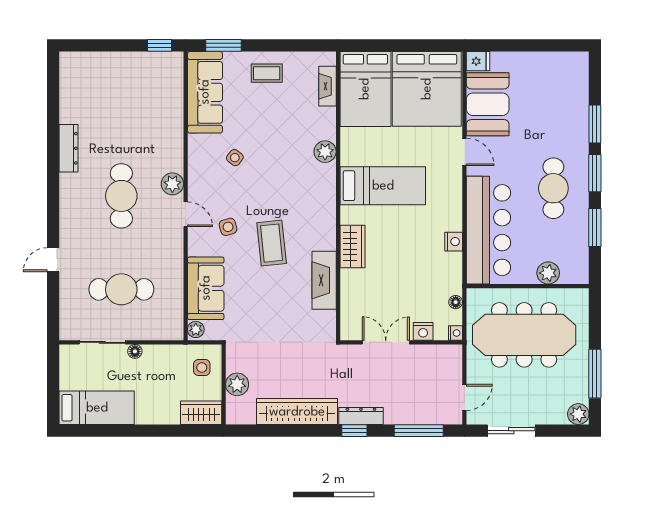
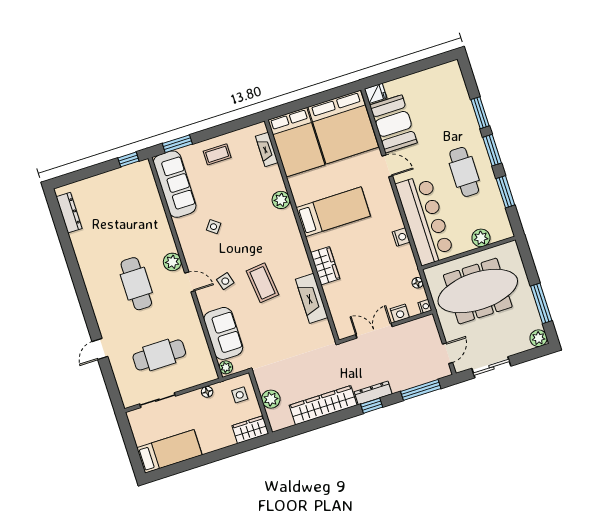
dresser: (69, 148) -> (69, 213), moved
floor lamp: (135, 351) -> (207, 392), moved

